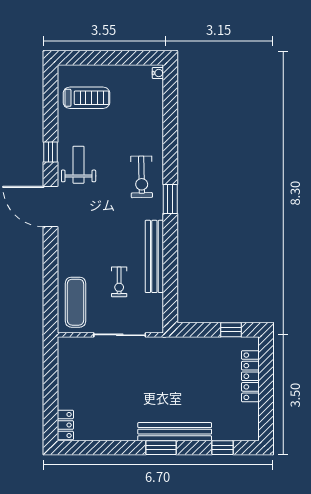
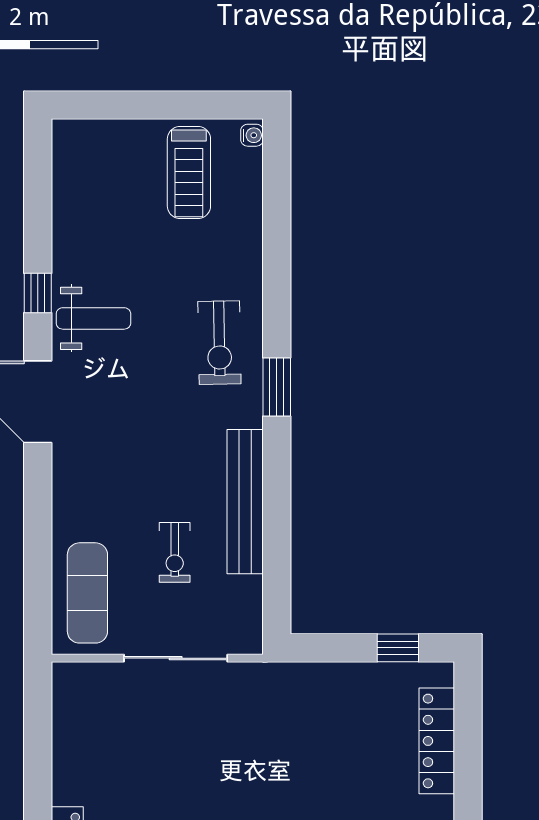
treadmill: (86, 98) -> (189, 173), moved, turned 90
weight bench: (79, 165) -> (93, 318), turned 90

